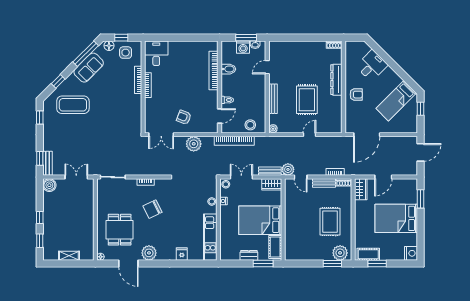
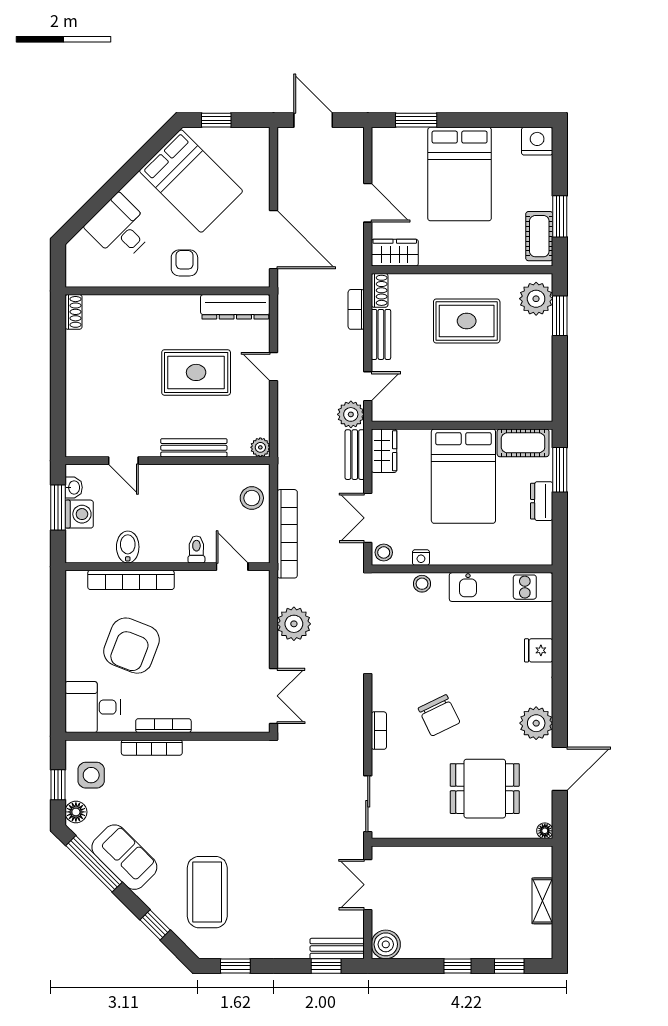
dresser: (336, 80) -> (235, 307), moved
bed: (396, 101) -> (191, 181), width x1.50
armchair: (184, 117) -> (132, 646), moved, width x1.88, depth x1.88

